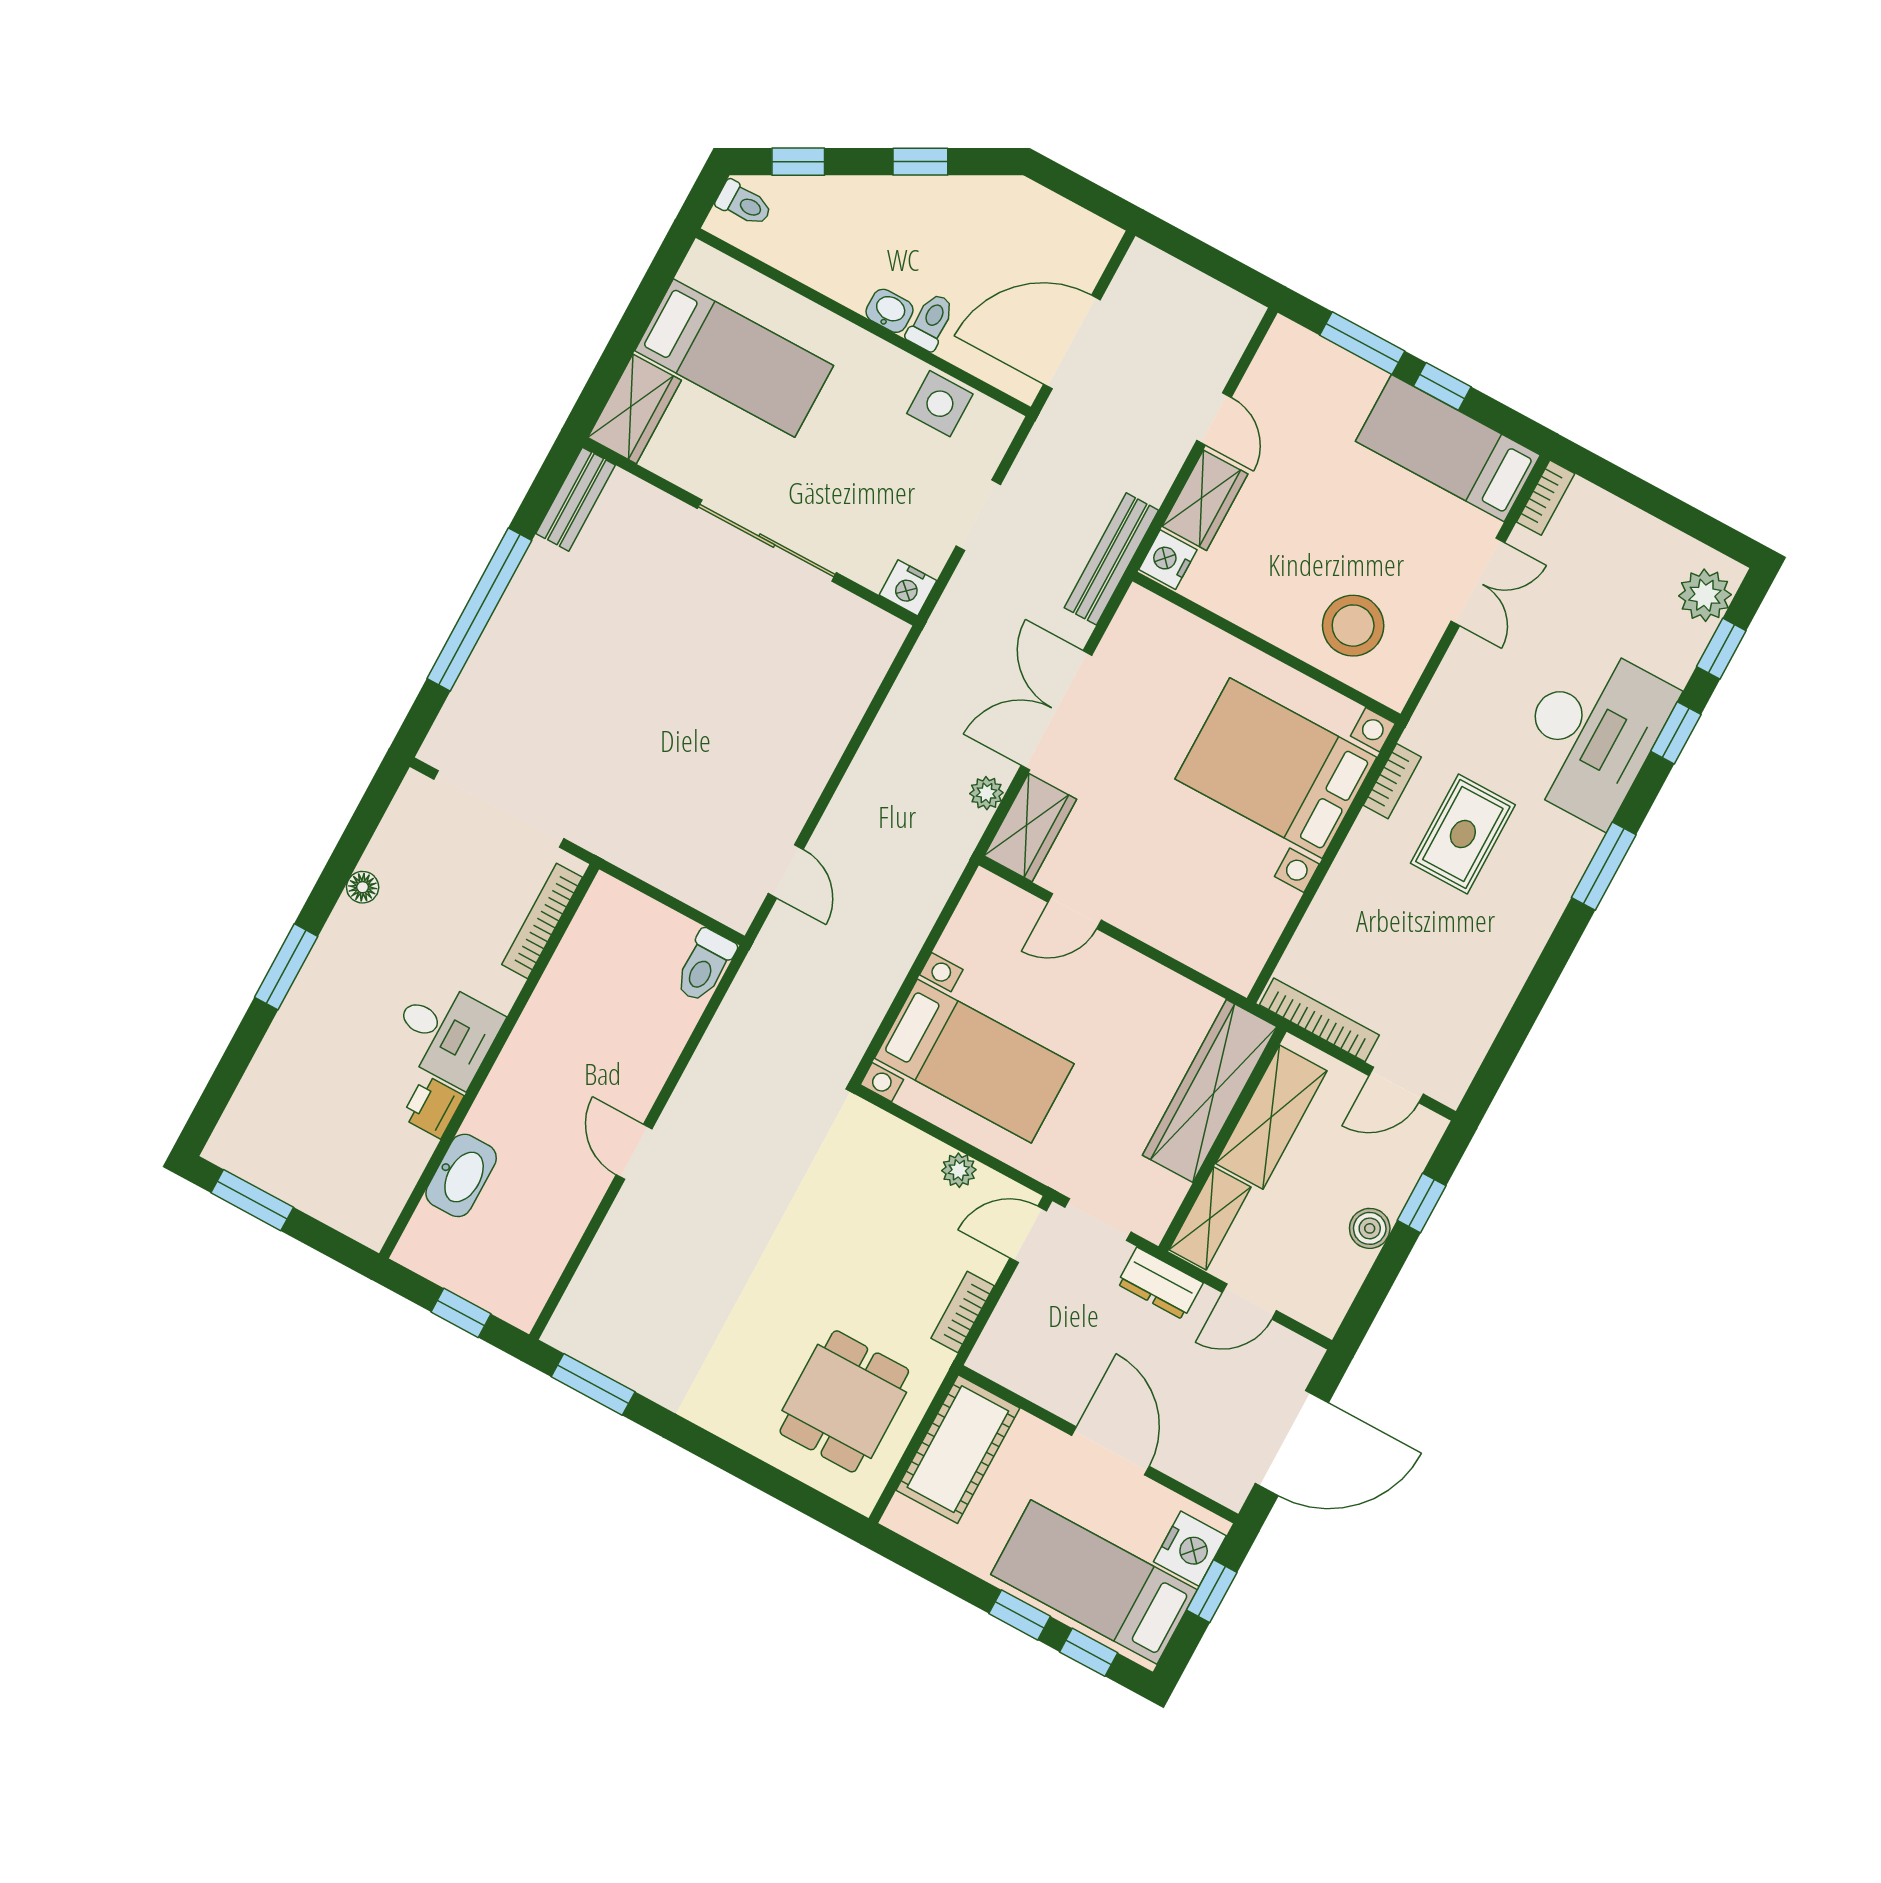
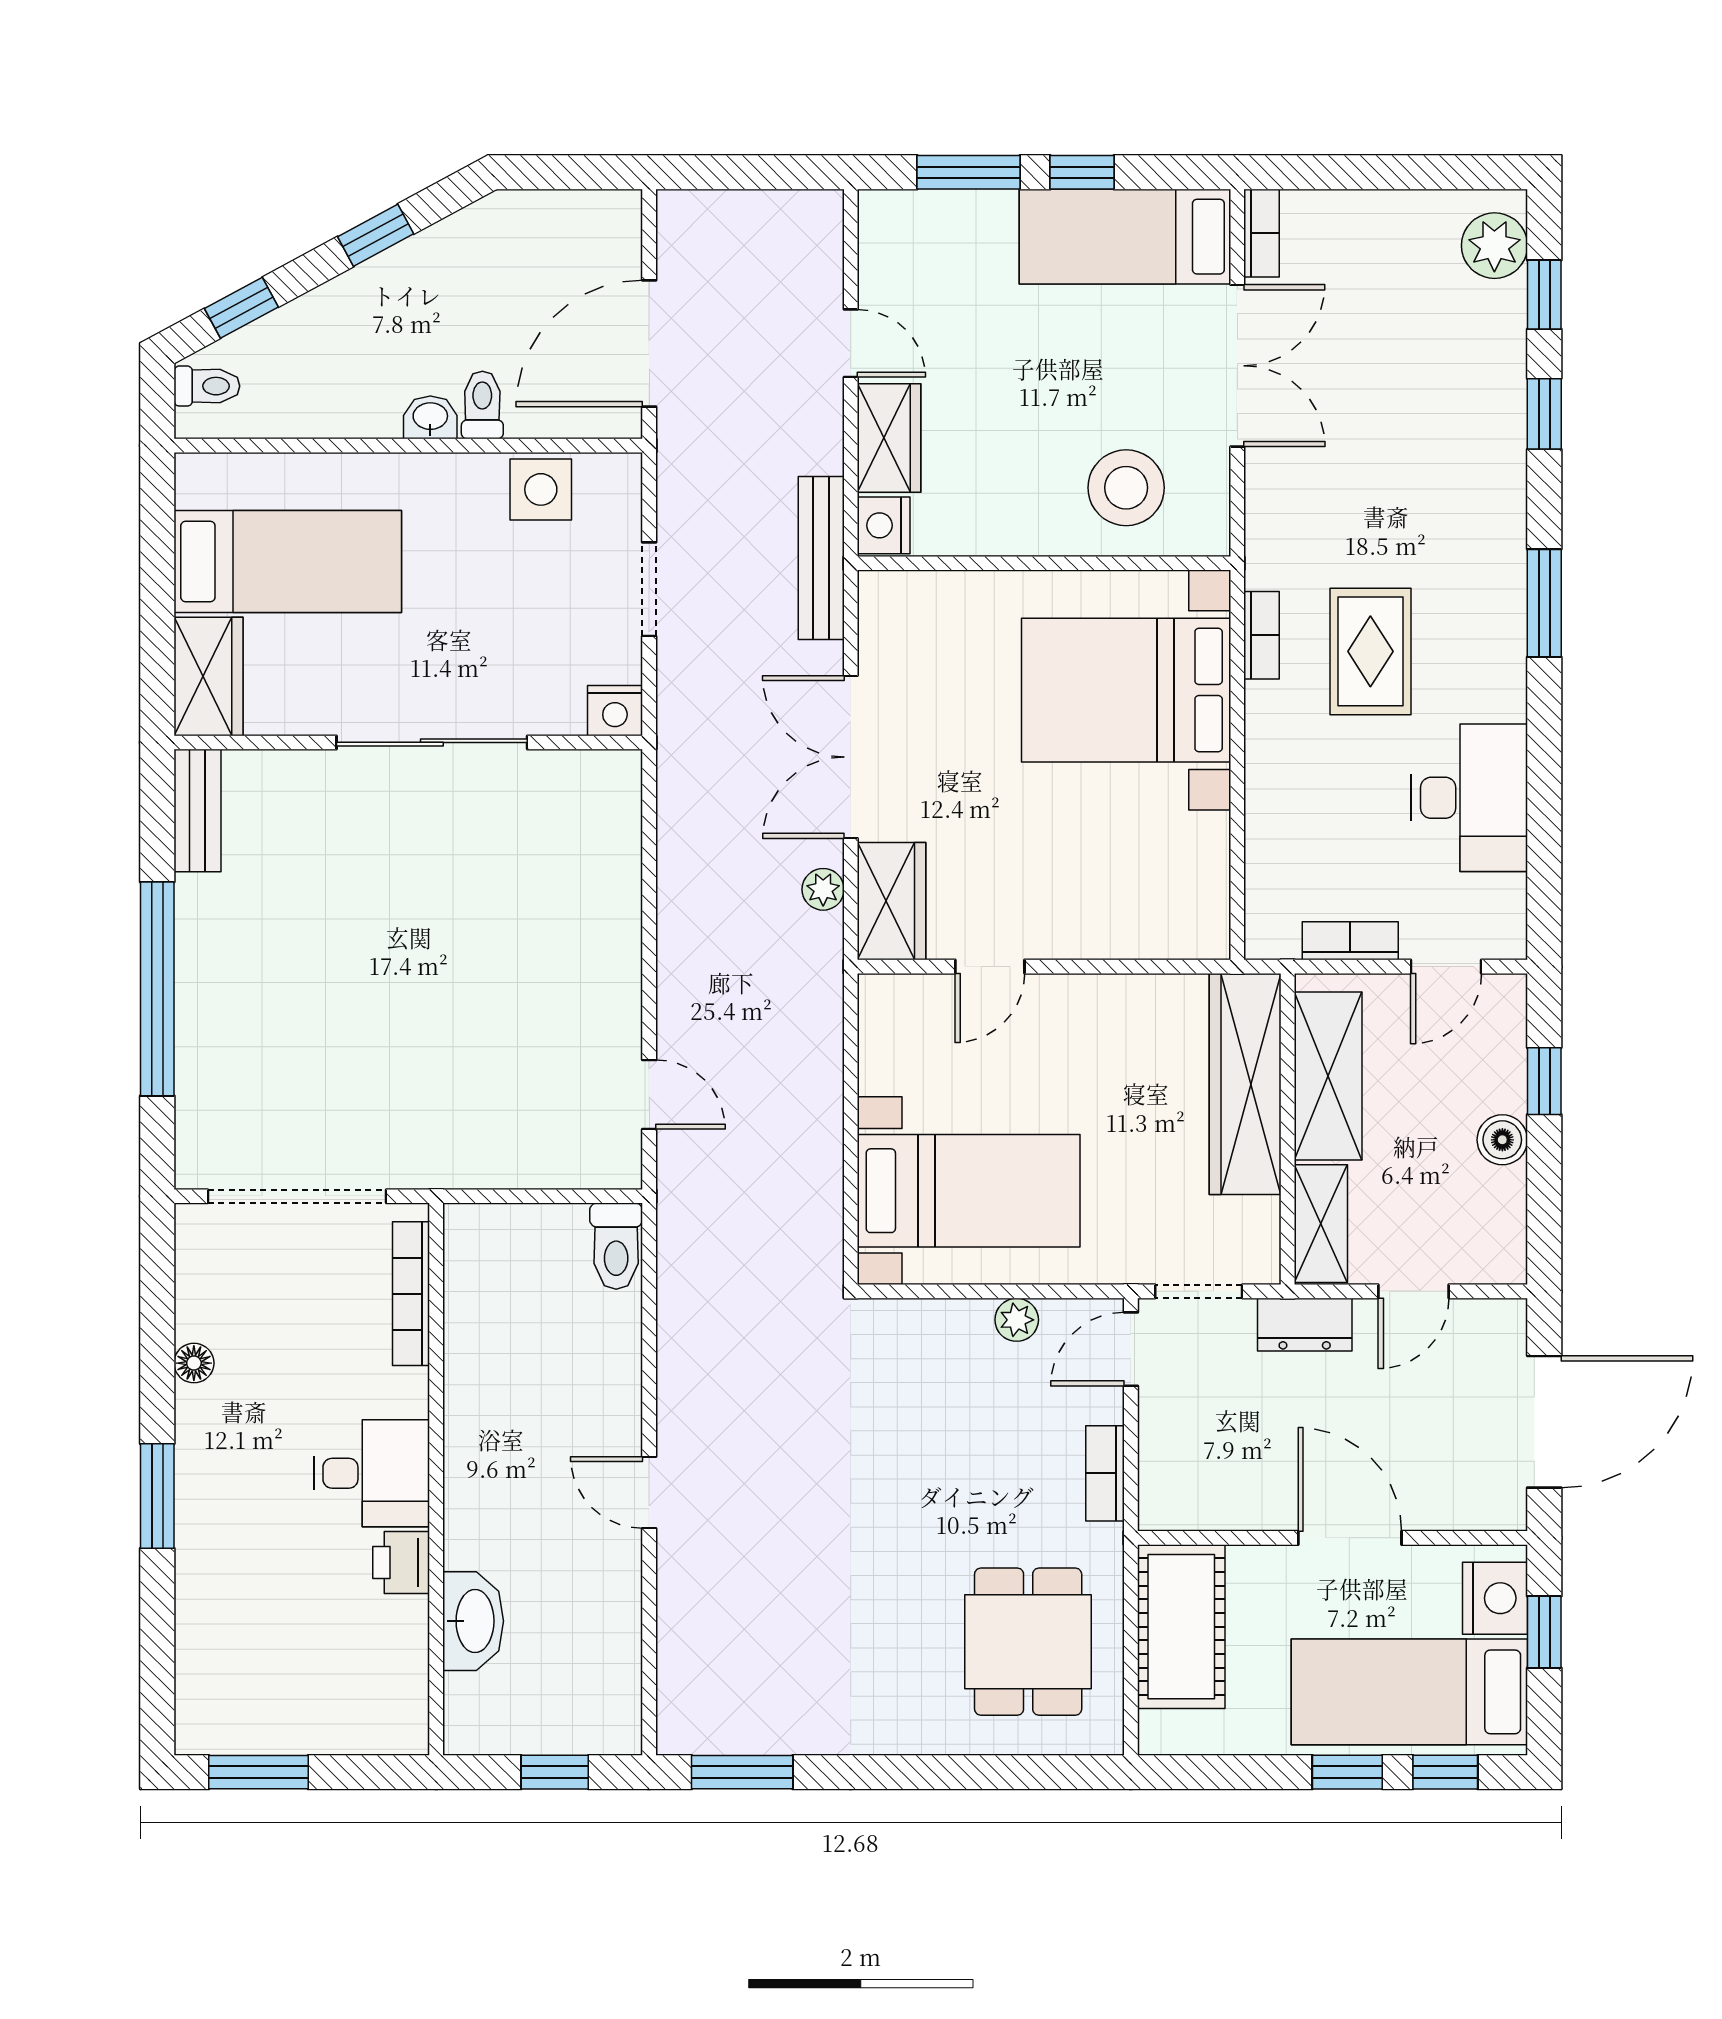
double door: (1478, 582) -> (1237, 366), width x1.37
desk: (1592, 733) -> (1469, 798), moved, width x0.73, depth x0.77
bookcase: (1319, 1020) -> (1350, 941), width x0.64

